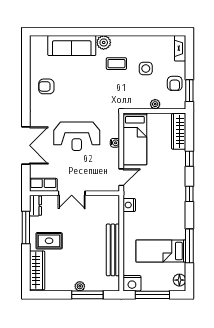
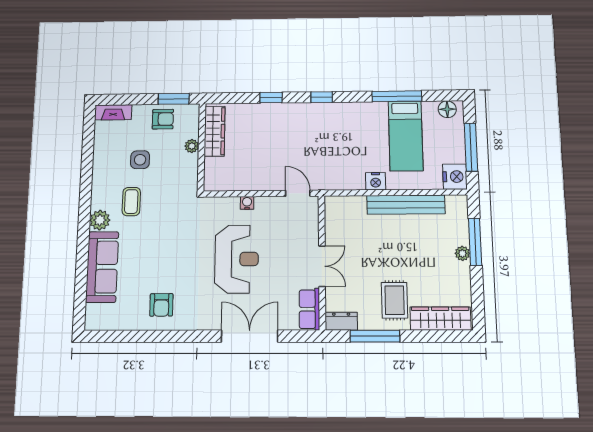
wardrobe: (179, 131) -> (215, 131), moved, turned -90
bed: (135, 139) -> (242, 174), removed
nightstand: (129, 205) -> (376, 181), moved

